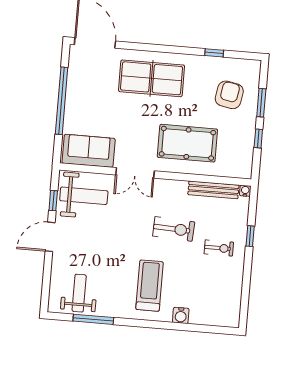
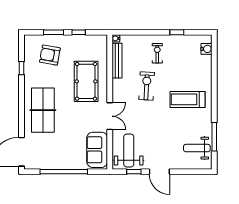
window: (250, 236) -> (177, 32), moved
water cooler: (181, 315) -> (207, 49), moved

